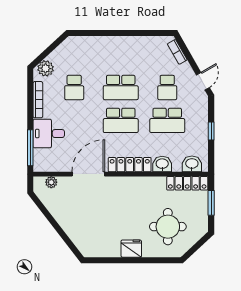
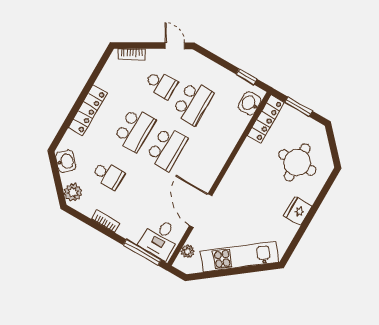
bookcase: (38, 100) -> (106, 221), width x0.64
window: (211, 131) -> (247, 77), moved
desk: (49, 134) -> (160, 239), moved
washbasin: (162, 164) -> (66, 161), moved, turned 137
locker: (130, 165) -> (88, 110), moved, turned 180
kitchen unit: (70, 224) -> (239, 257), added

